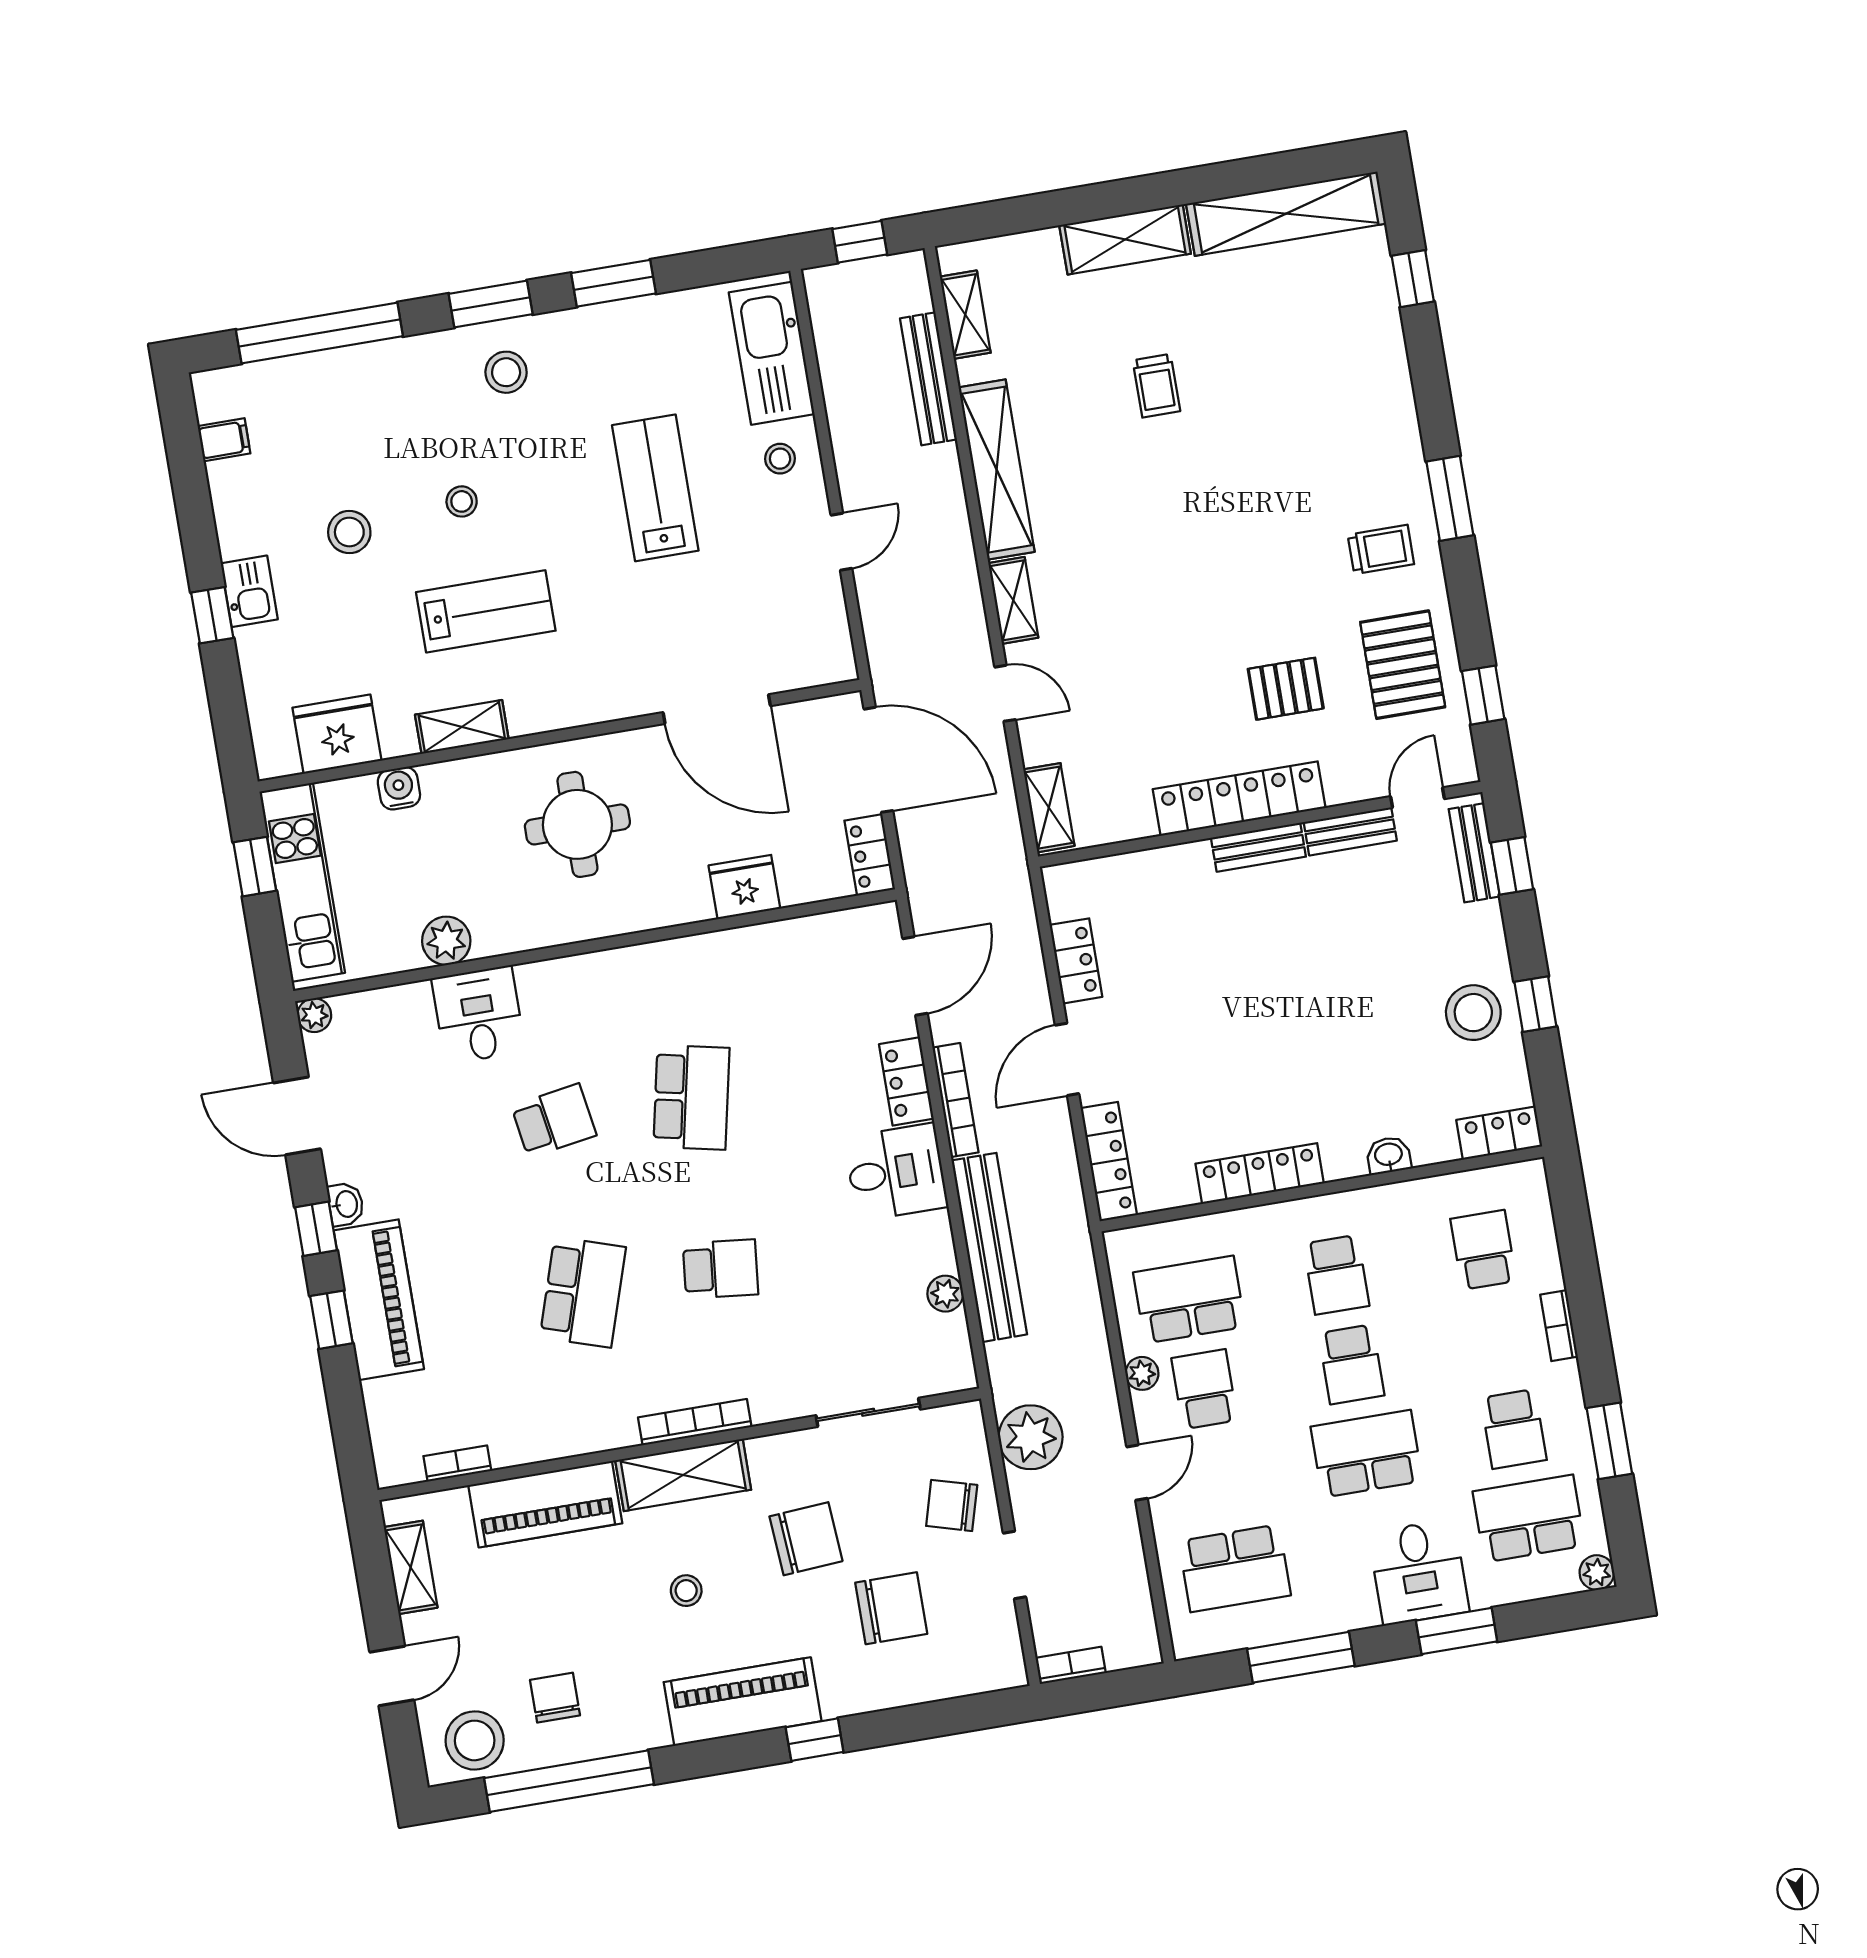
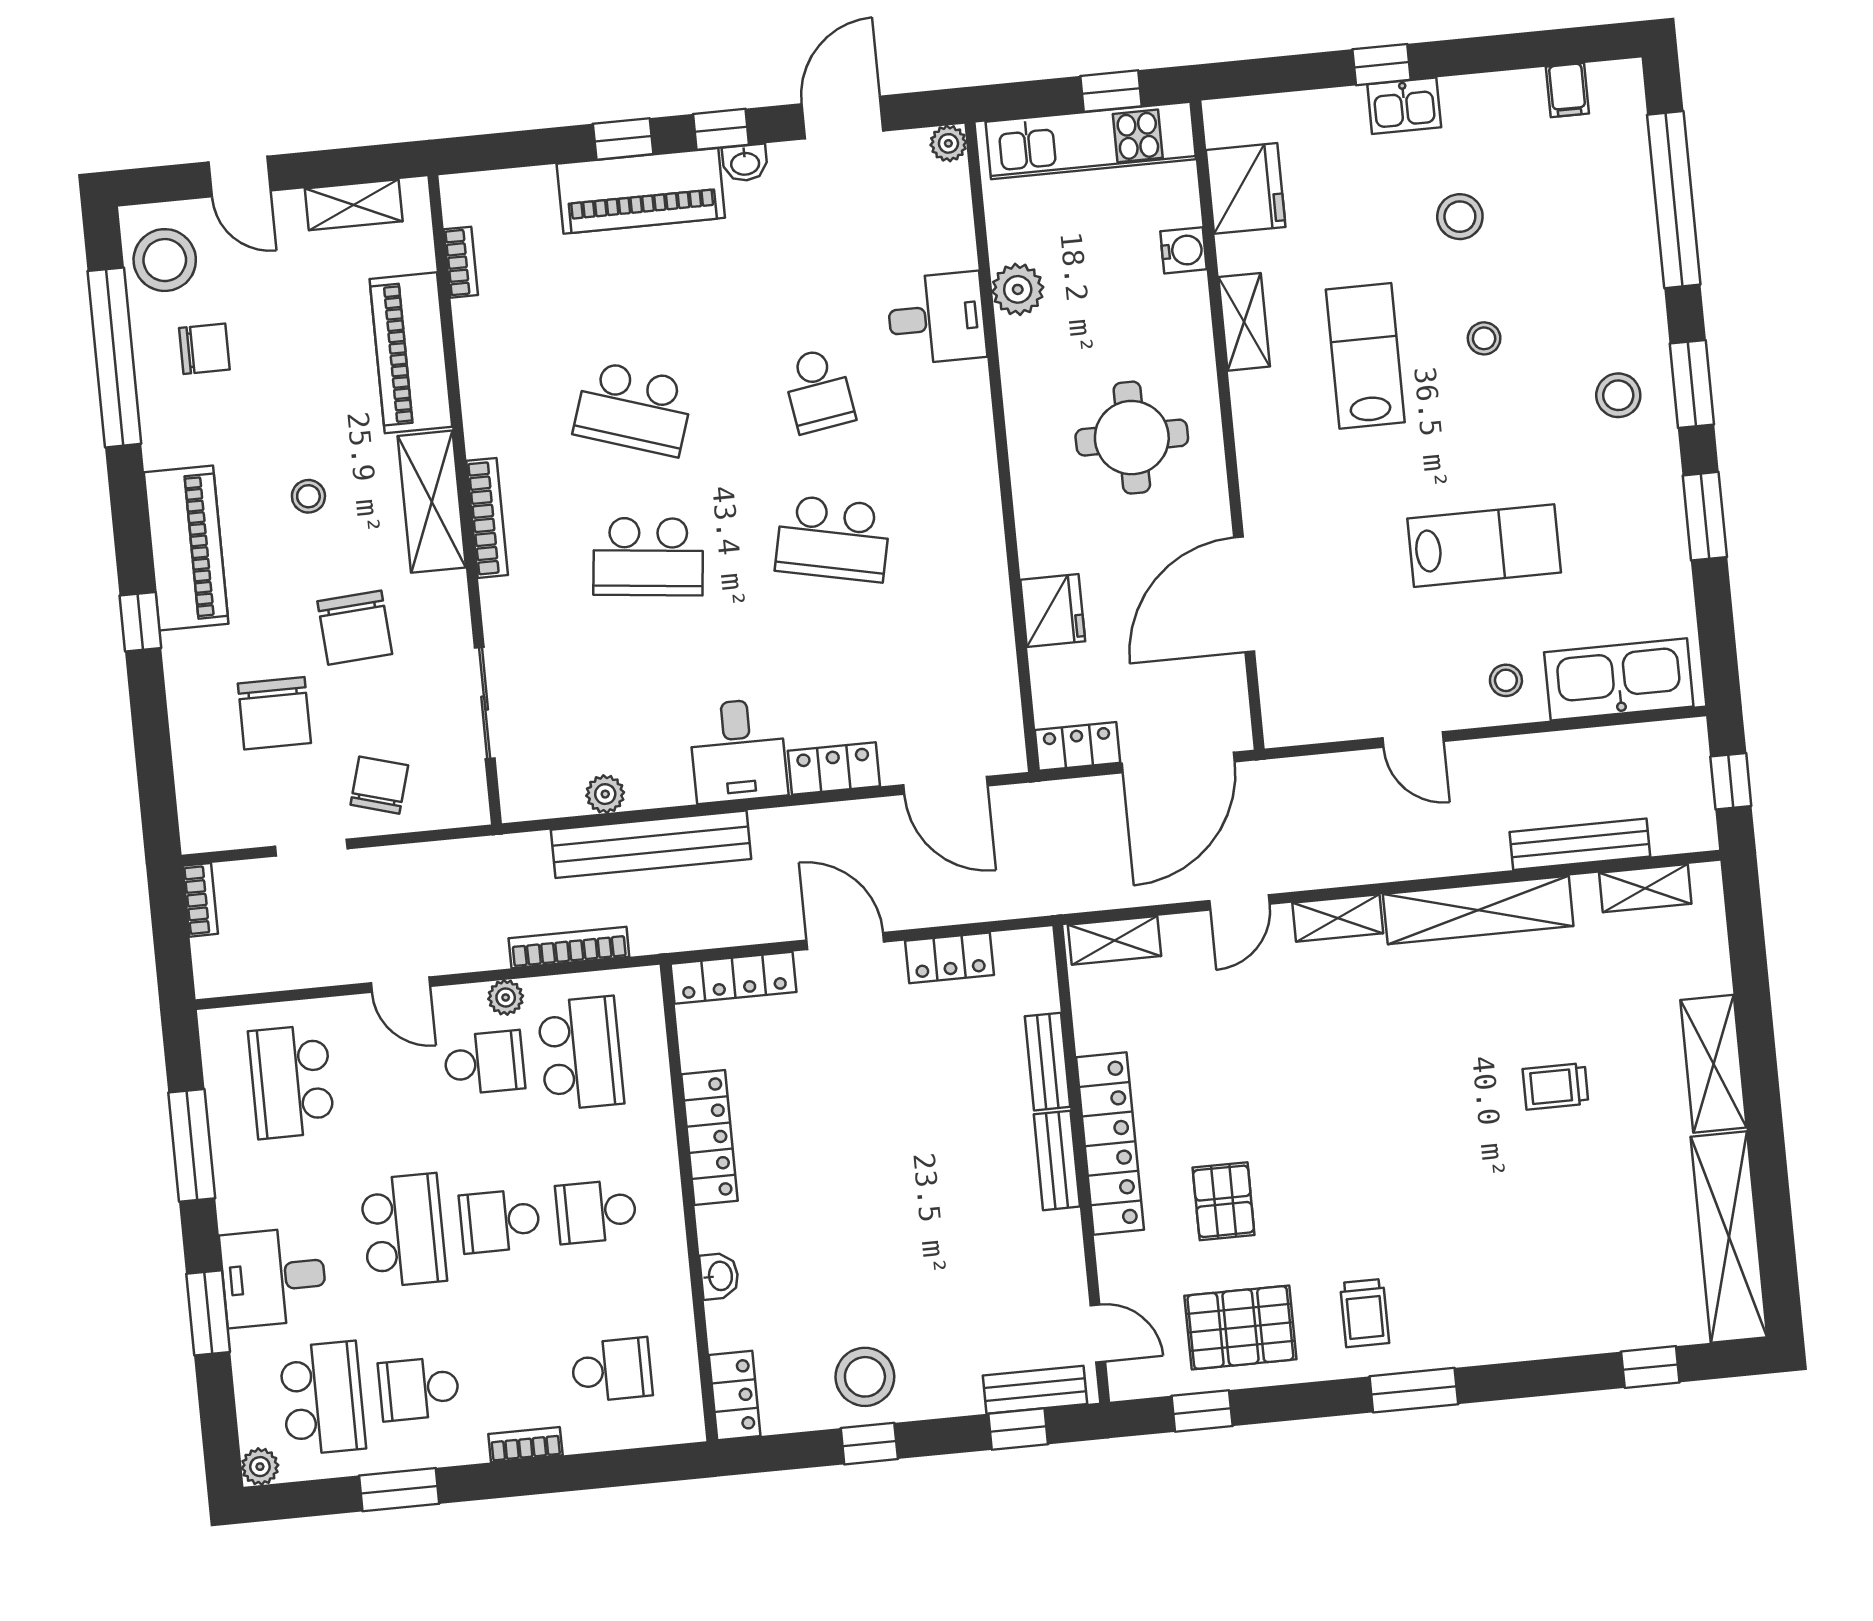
lab bench: (486, 611) -> (1365, 356), turned 180
bench: (1350, 831) -> (1048, 1062), moved
bookcase: (955, 1100) -> (569, 947), moved, turned 180
school desk: (720, 1269) -> (648, 557), width x1.85
plant: (1031, 1437) -> (446, 874), removed

